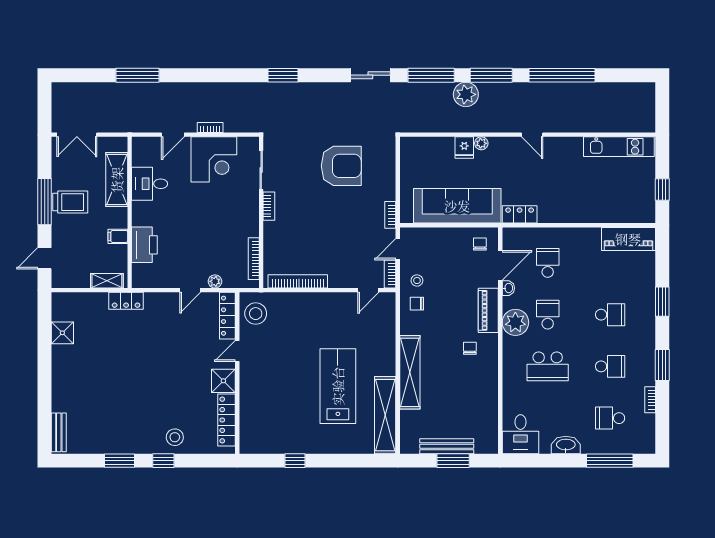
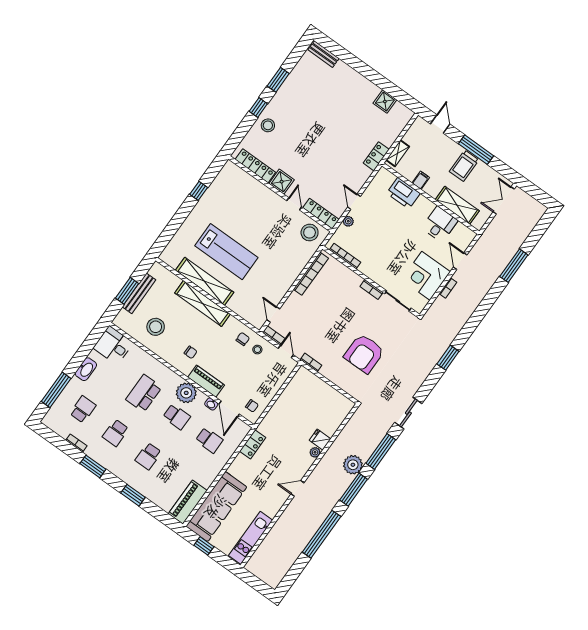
sofa: (457, 206) -> (216, 507), moved
stool: (469, 404) -> (156, 327), added
shelving: (385, 415) -> (205, 281), moved

